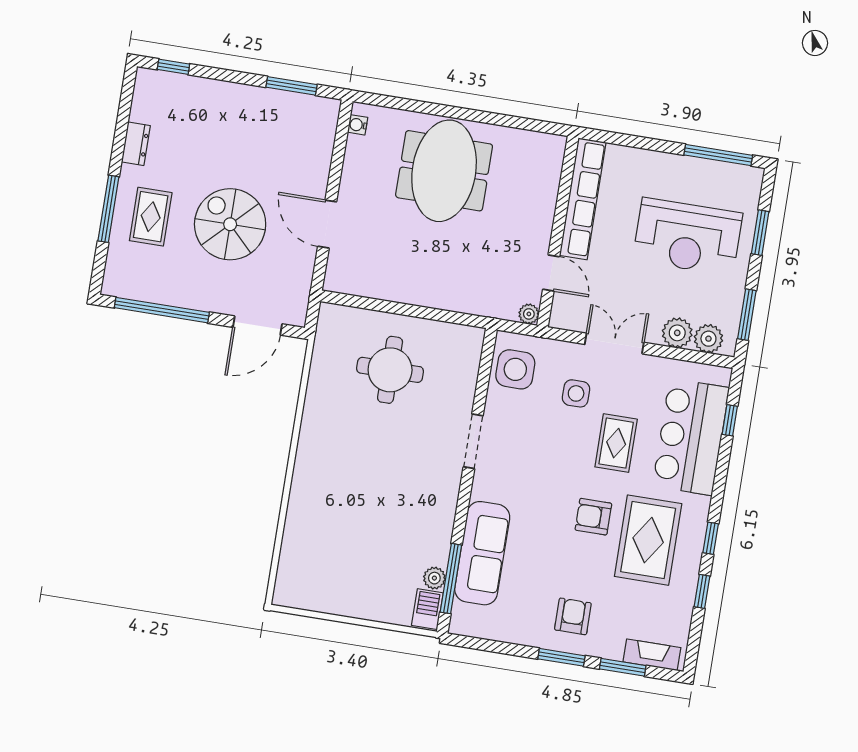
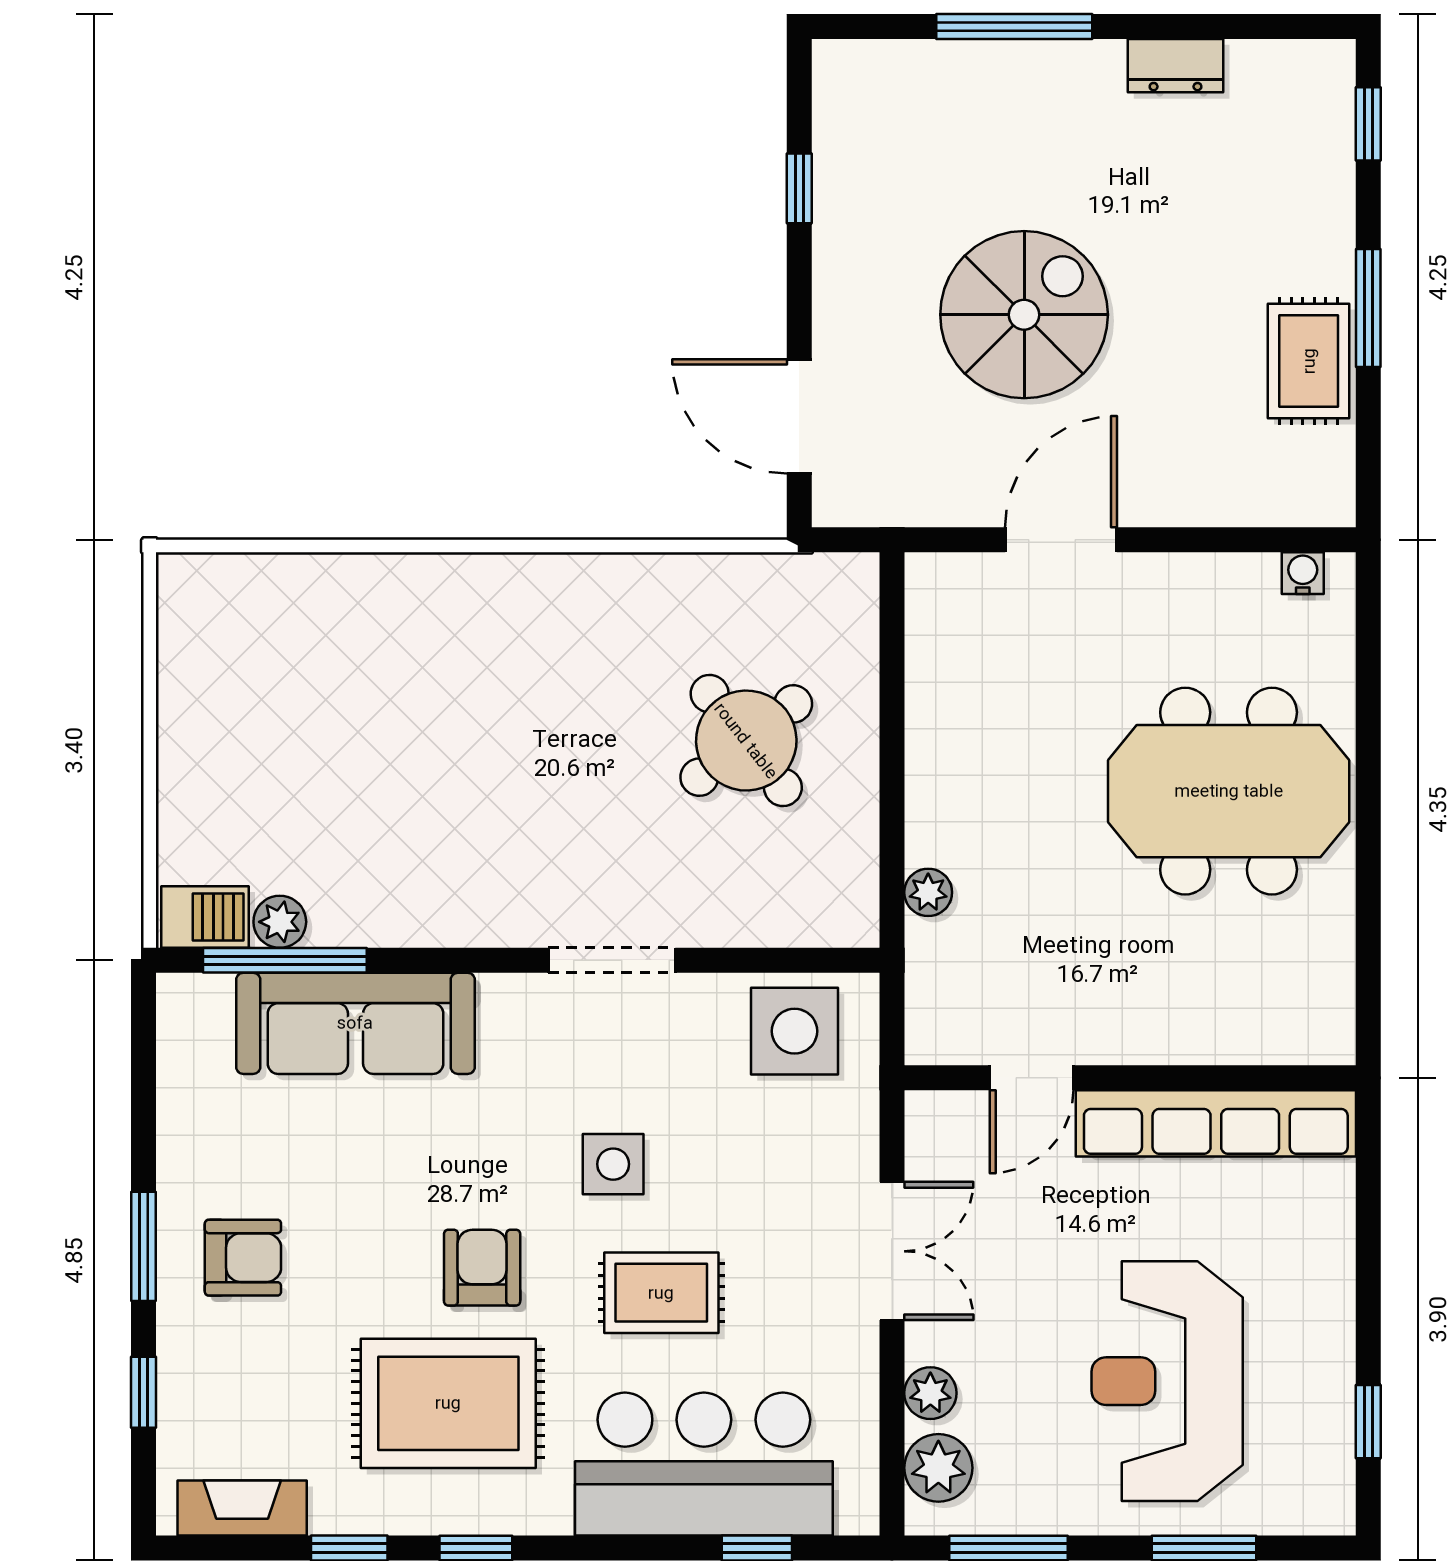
window: (291, 86) -> (1368, 308), moved
window: (718, 155) -> (1368, 1422), width x0.46
rug: (151, 217) -> (1309, 361), moved, turned 90
window: (162, 310) -> (799, 188), width x0.32
plant: (529, 314) -> (928, 892), moved
plant: (677, 333) -> (930, 1393), width x0.73, depth x0.73
round table: (390, 370) -> (746, 741), turned -38
side table: (576, 393) -> (613, 1164), moved
fireplace: (652, 655) -> (242, 1508), moved, turned -90
window: (623, 667) -> (144, 1392), width x0.67

